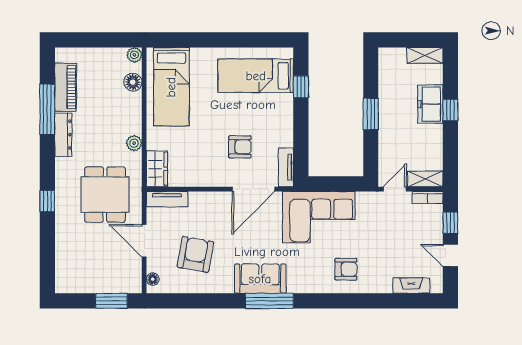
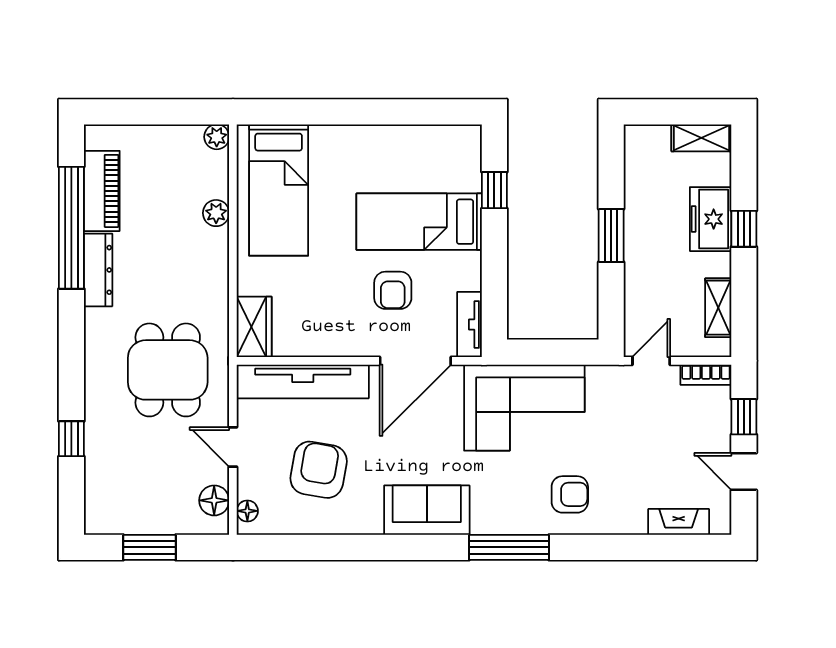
bed: (256, 76) -> (419, 222), moved
floor lamp: (133, 82) -> (214, 500), moved
window: (47, 109) -> (71, 228), width x1.46
plant: (134, 143) -> (216, 213), moved
armchair: (240, 147) -> (393, 290), turned 90
shelving: (425, 179) -> (718, 308), moved, turned 90
tv unit: (167, 199) -> (303, 381), width x1.92, depth x1.29
window: (47, 201) -> (71, 439), moved
door: (144, 241) -> (233, 447), width x0.73
window: (111, 301) -> (150, 547), moved
window: (269, 301) -> (509, 547), moved

